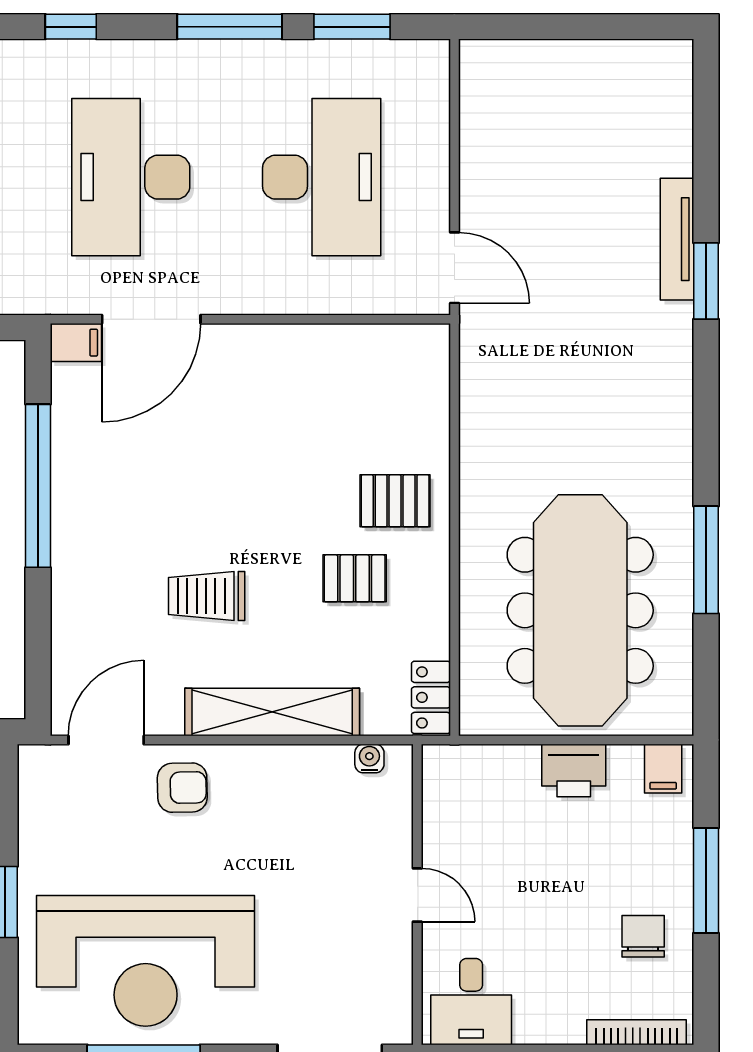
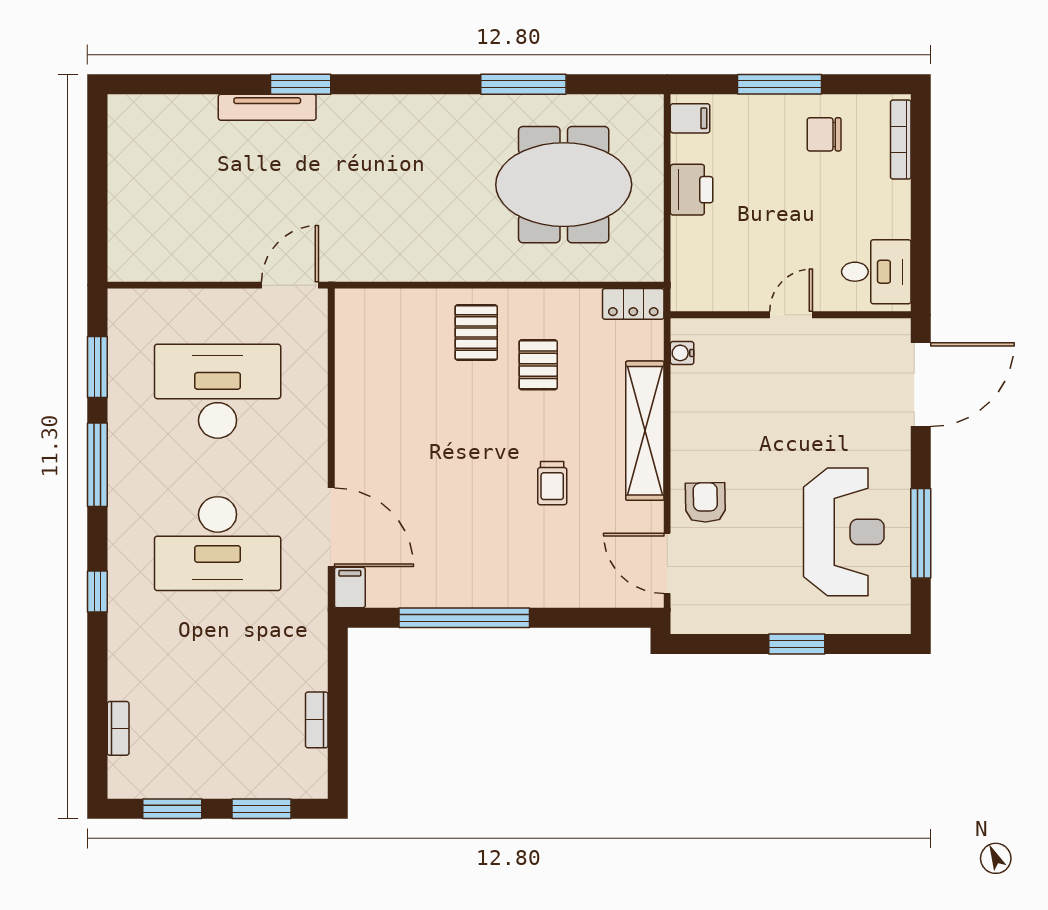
trolley: (207, 596) -> (552, 483), width x0.73, depth x0.72
meeting table: (580, 610) -> (564, 185), width x0.73
reception desk: (146, 961) -> (844, 532), width x0.74, depth x0.77

